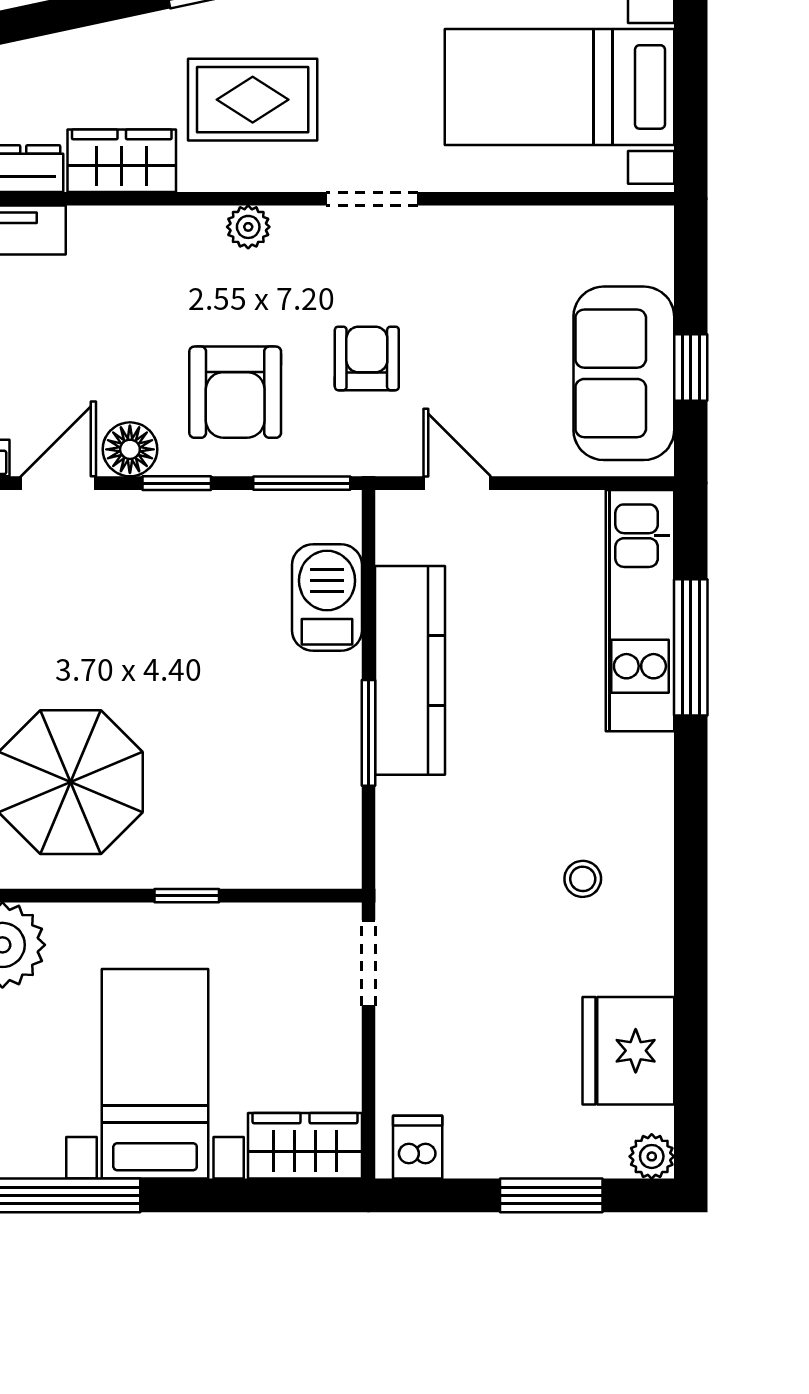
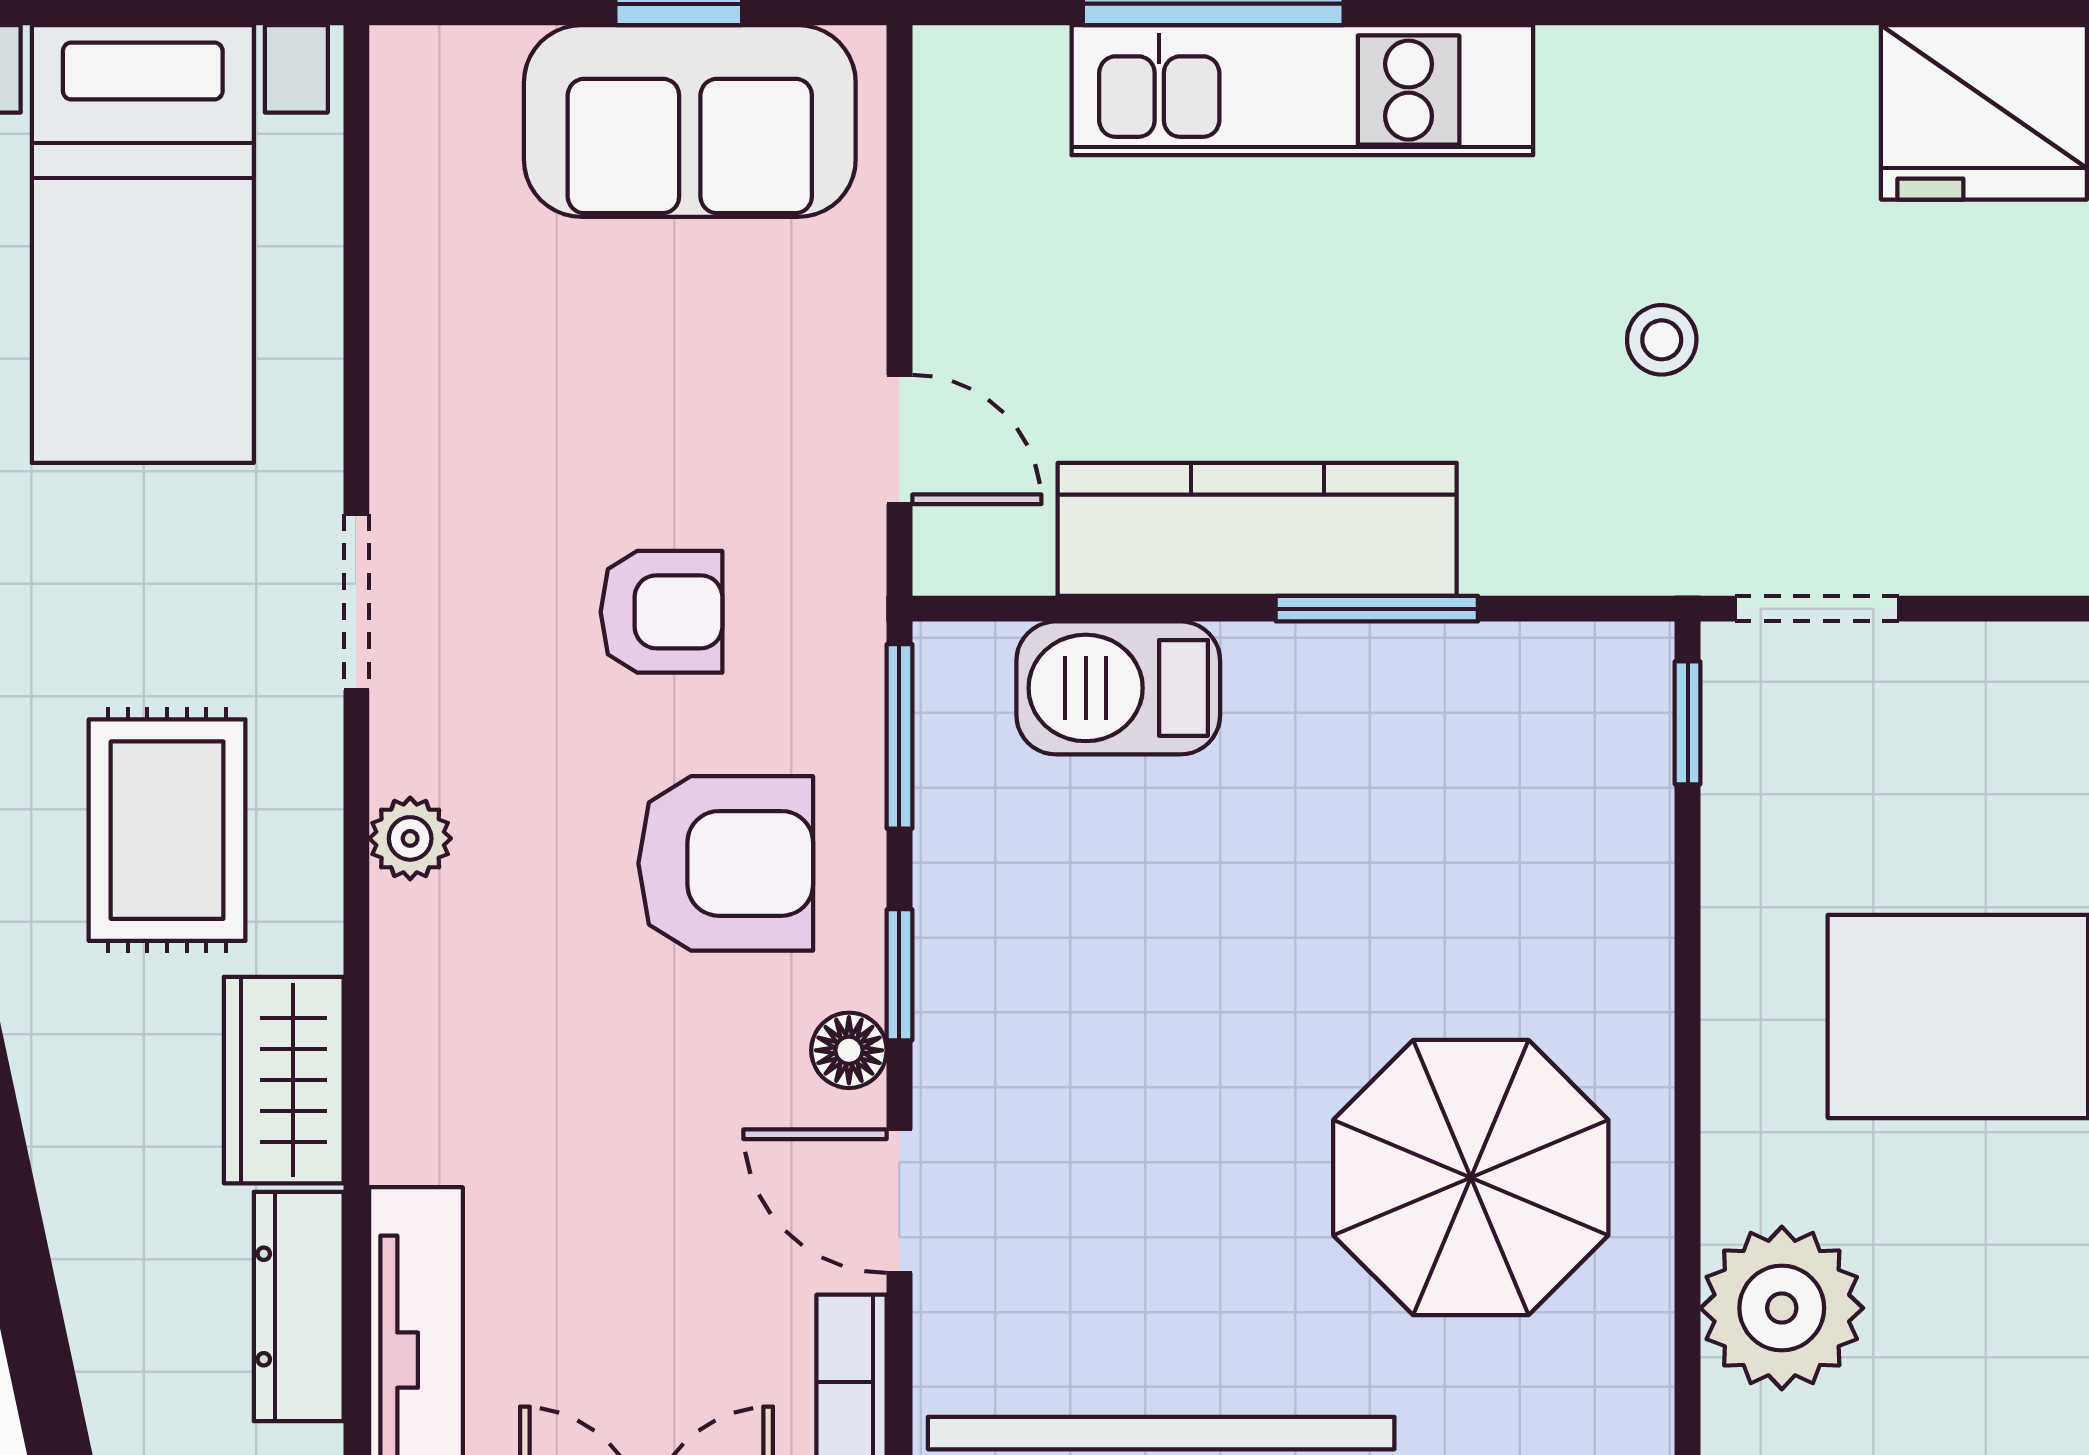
armchair: (367, 358) -> (661, 612), turned 180
floor lamp: (130, 449) -> (849, 1050), width x0.73, depth x0.73
door: (457, 483) -> (899, 439), swing flipped
kitchen unit: (640, 611) -> (1302, 90), moved
stool: (583, 879) -> (1662, 340), moved
window: (187, 896) -> (1688, 723), moved

